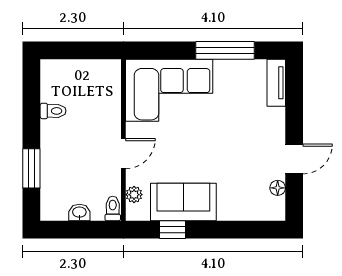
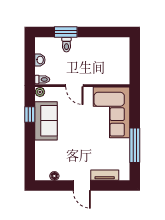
tv unit: (276, 83) -> (105, 175), moved
toilet: (53, 111) -> (66, 45), moved
door: (294, 159) -> (82, 186), moved
plant: (134, 195) -> (40, 92), moved

